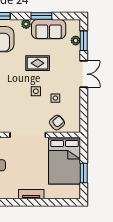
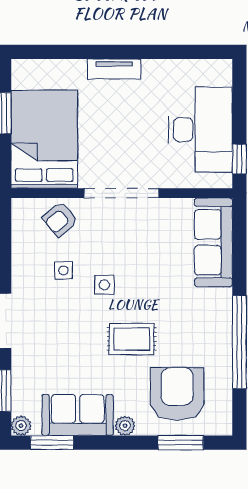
window: (41, 16) -> (52, 443), moved
plant: (76, 41) -> (21, 426), moved
rug: (38, 63) -> (132, 339), moved

